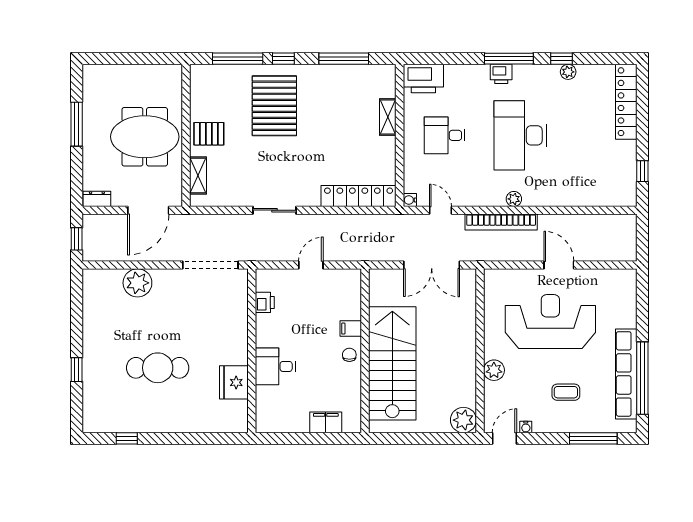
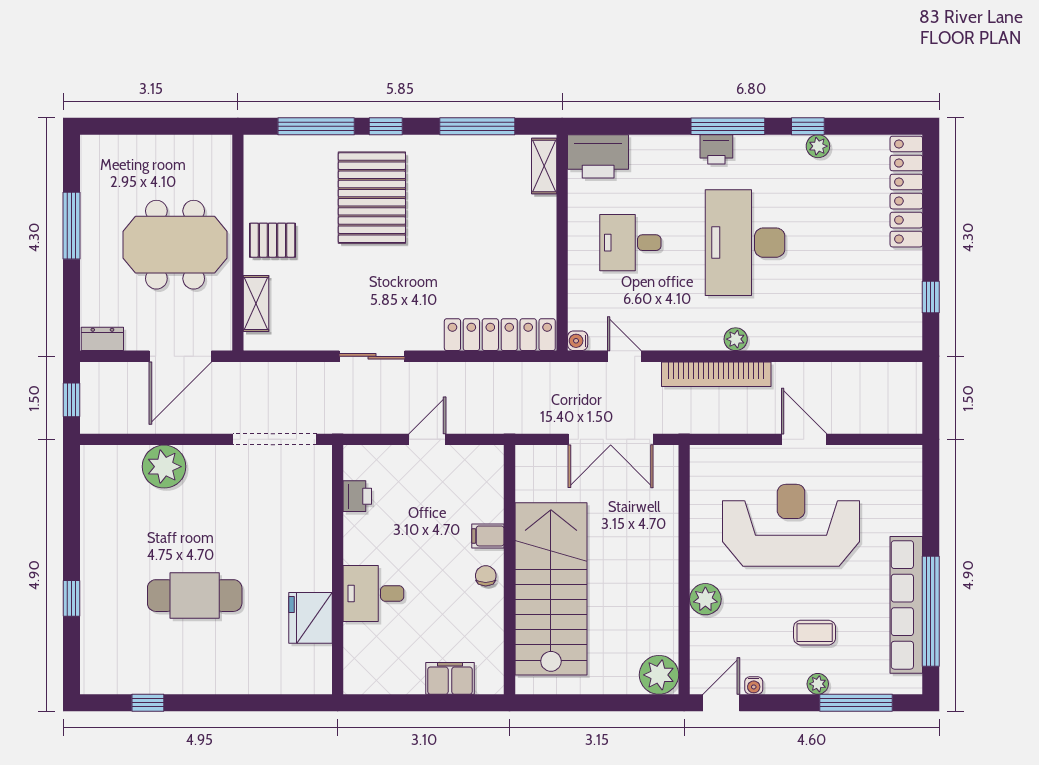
shelving: (388, 117) -> (544, 166), moved
plant: (568, 426) -> (818, 684), added

